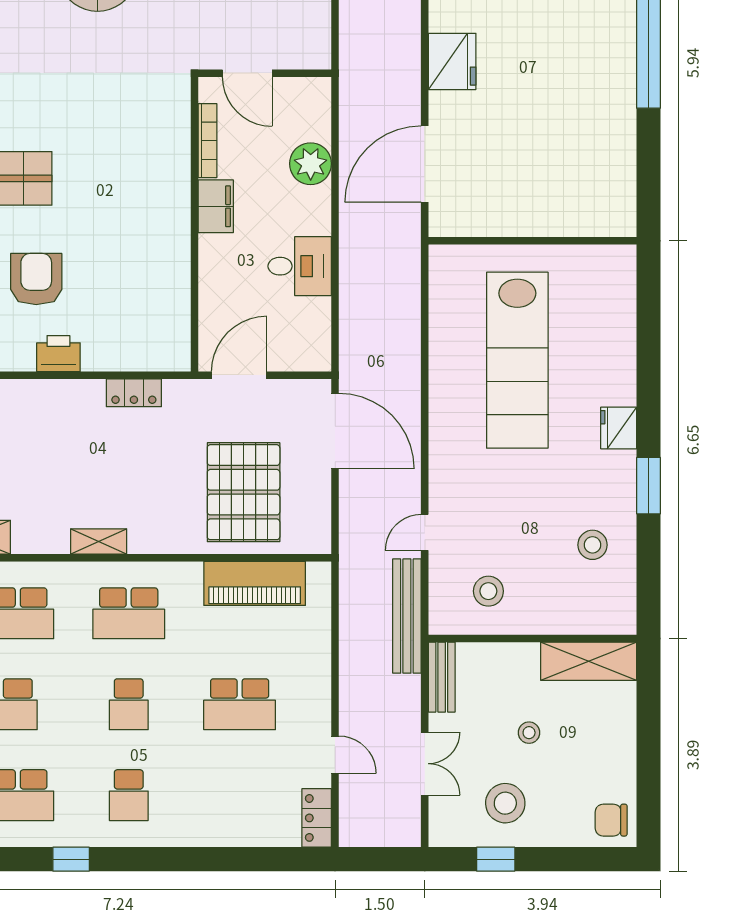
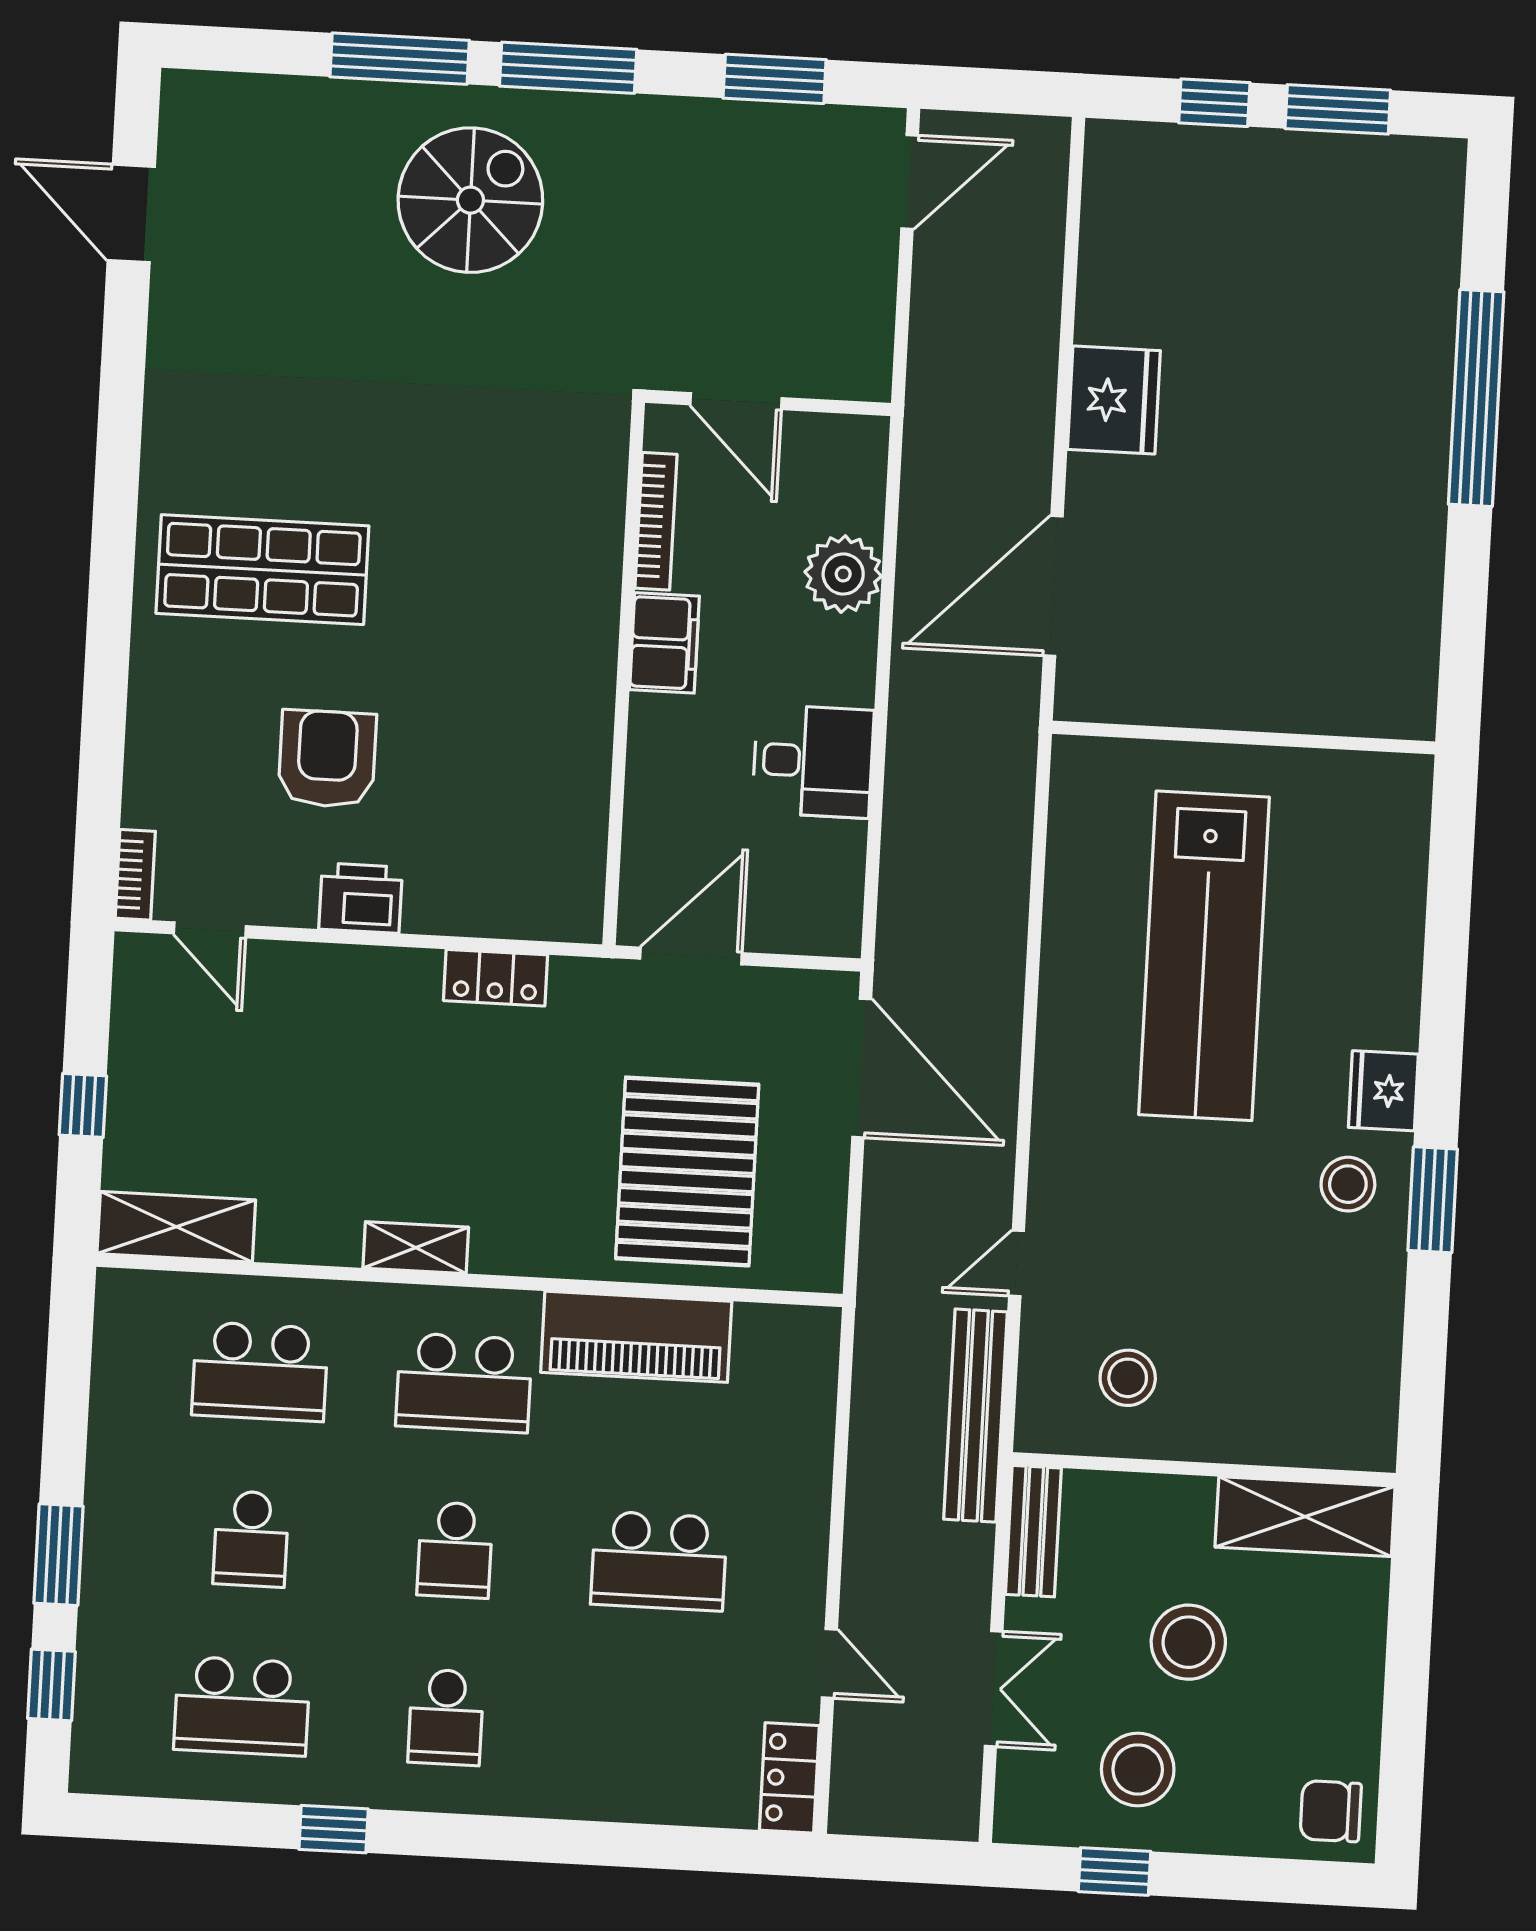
stool: (593, 545) -> (1348, 1184), moved
piano: (255, 583) -> (636, 1337), moved
stool: (529, 733) -> (1188, 1642), width x1.89, depth x1.89

